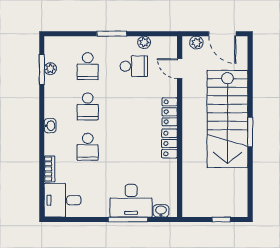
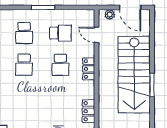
plant: (144, 42) -> (69, 14), removed
locker: (169, 143) -> (88, 111), moved
school desk: (88, 147) -> (60, 65), moved

